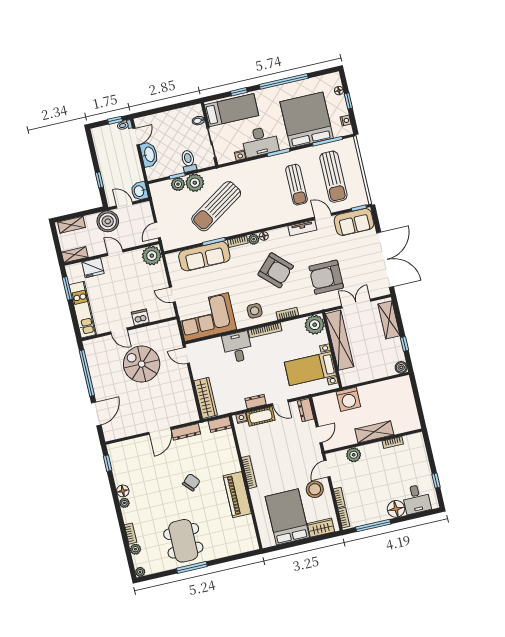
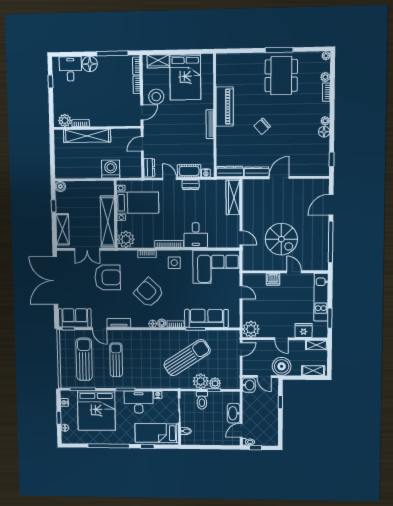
dresser: (220, 425) -> (230, 172), width x1.44
shelving: (374, 432) -> (87, 136), width x1.47
plant: (354, 455) -> (65, 120), moved

